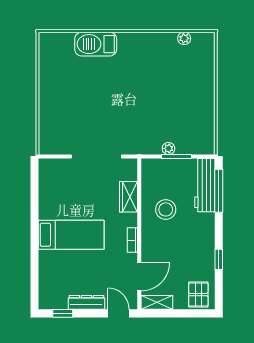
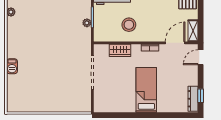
barbecue: (96, 44) -> (12, 66), width x0.53, depth x0.65
door: (139, 277) -> (175, 43), hinge flipped
dresser: (86, 302) -> (193, 99), moved

